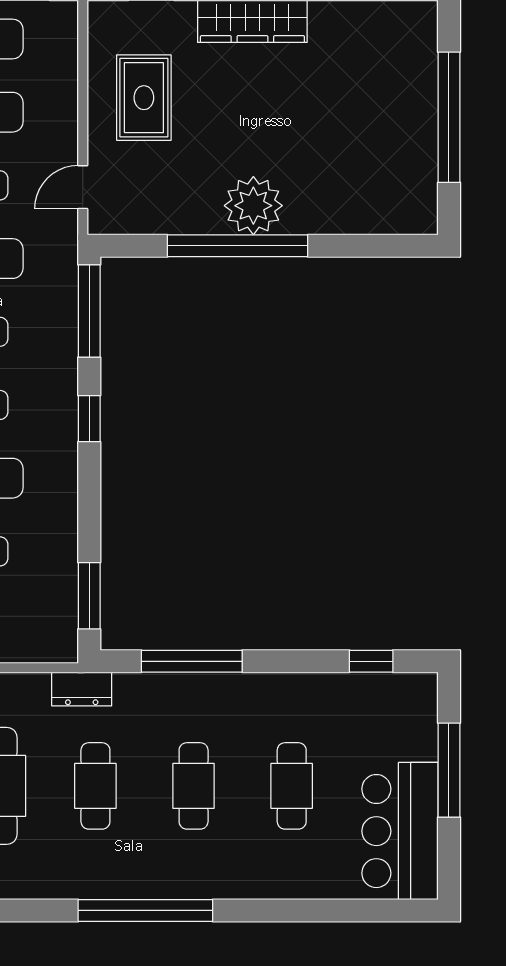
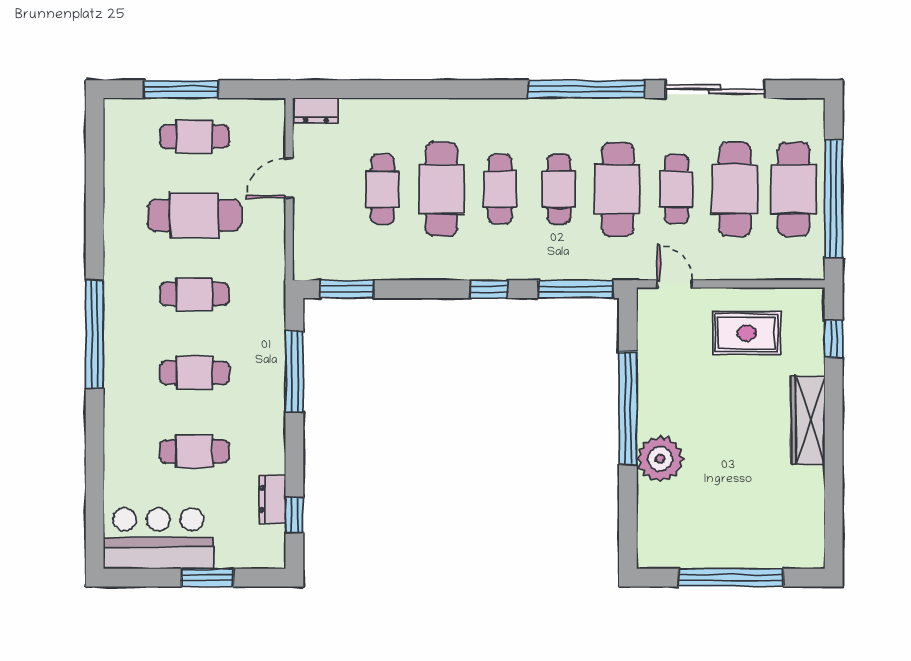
plant: (253, 206) -> (660, 459), moved
dresser: (82, 689) -> (272, 499), moved
window: (449, 770) -> (207, 578), width x0.69

